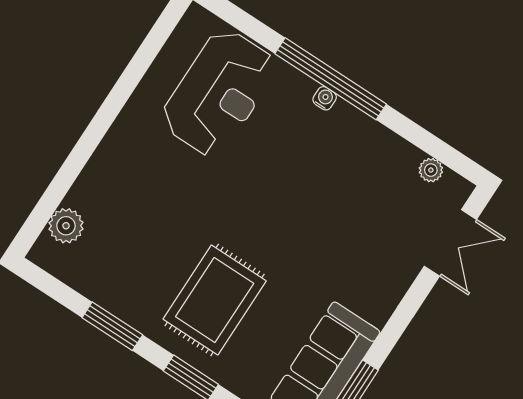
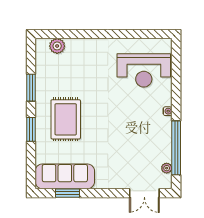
window: (331, 79) -> (176, 148), moved
rug: (215, 300) -> (66, 119), turned 90

